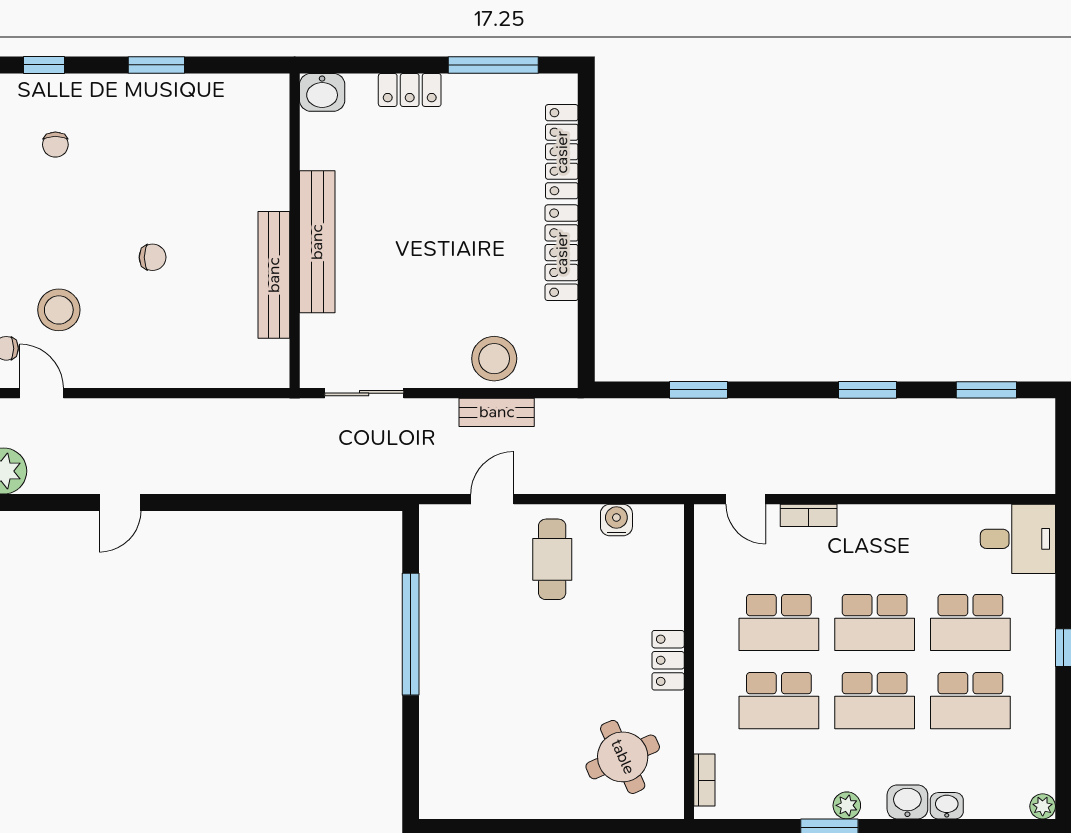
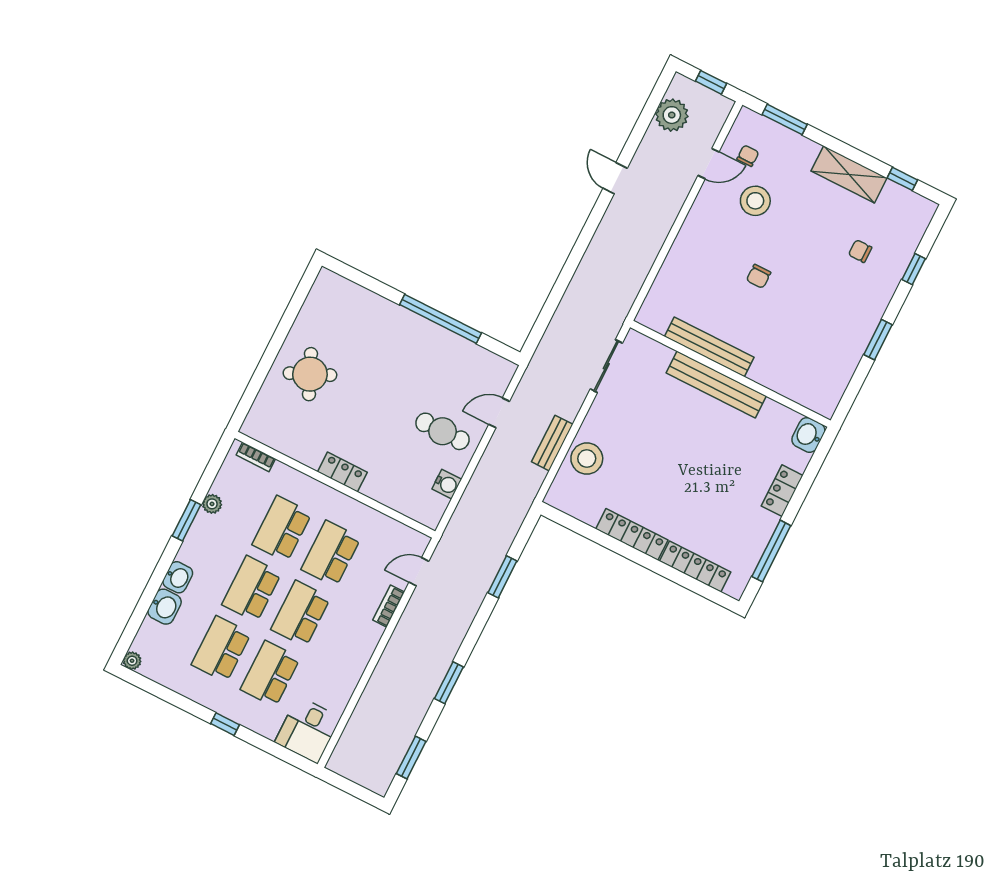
door: (492, 499) -> (499, 413), swing flipped
round table: (623, 757) -> (310, 374), moved
plant: (847, 805) -> (212, 504), moved
washbasin: (947, 806) -> (165, 607), width x1.38, depth x1.45

